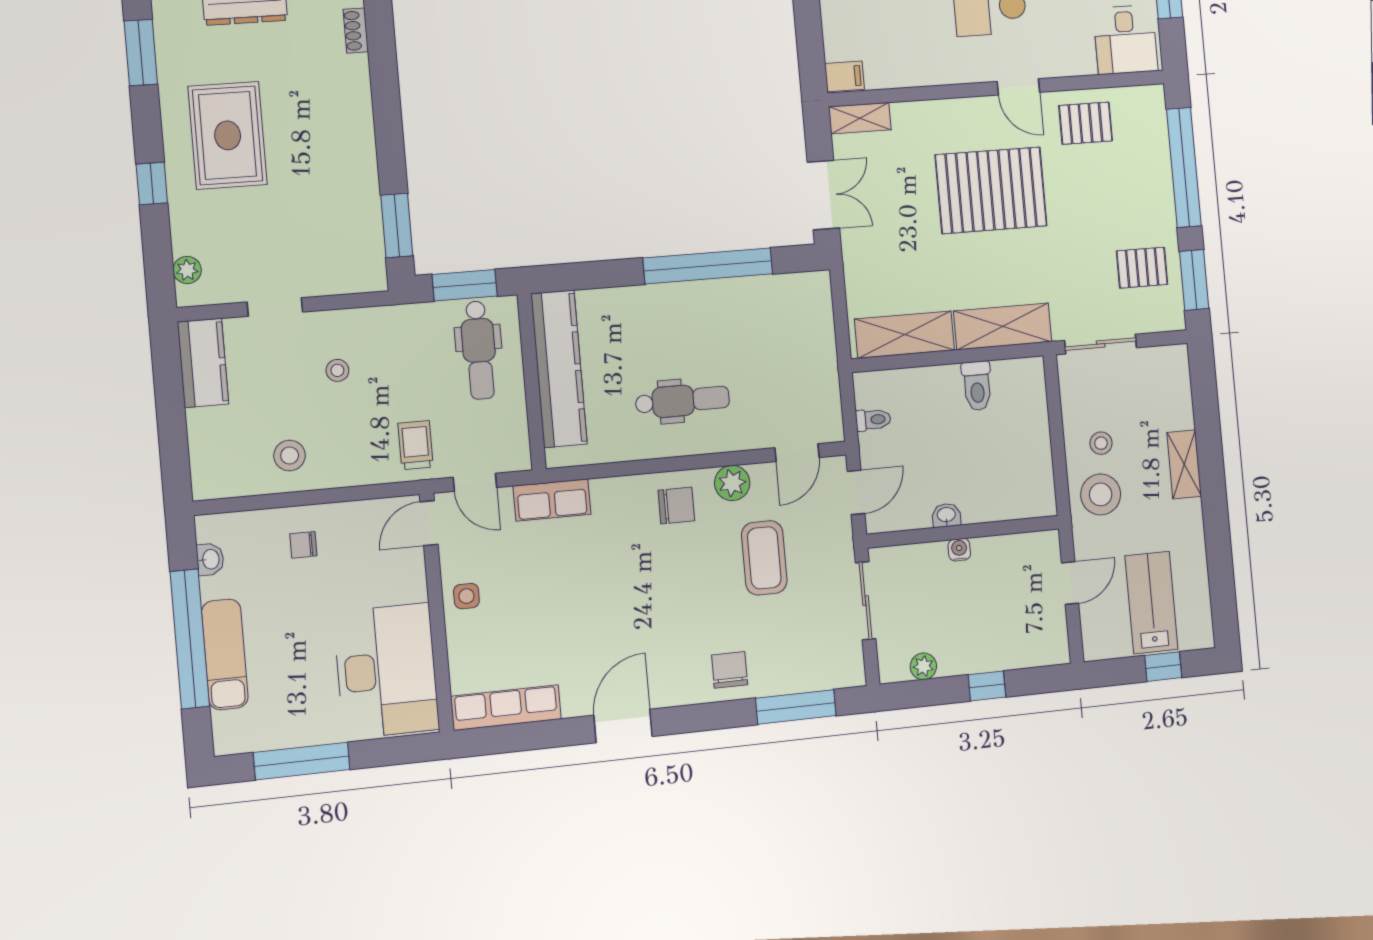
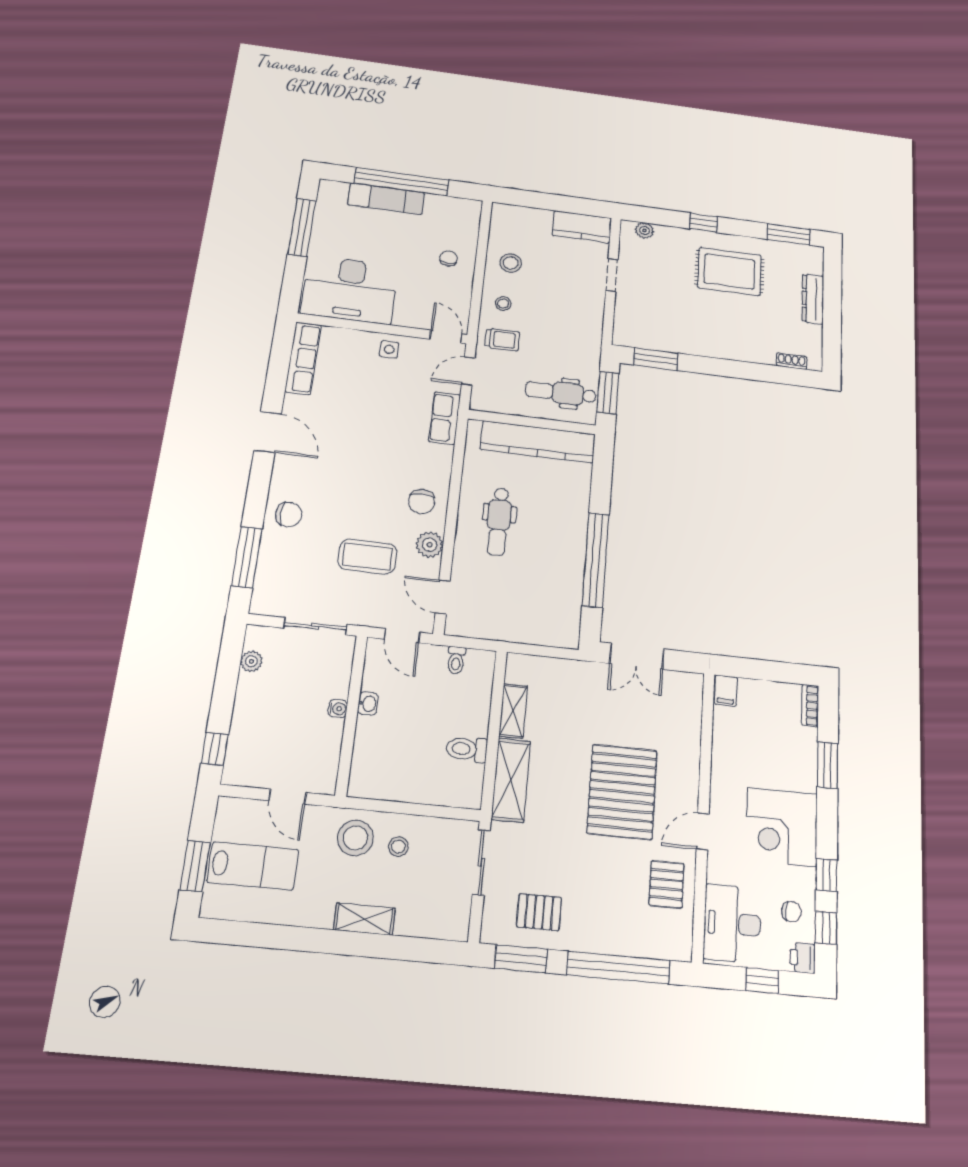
desk: (1125, 40) -> (732, 924), width x1.37
shelving: (860, 118) -> (692, 696), removed
pallet: (1142, 268) -> (539, 912), turned 90
shelving: (905, 335) -> (513, 711), width x0.67, depth x0.75
stool: (337, 370) -> (503, 304), moved
washbasin: (210, 559) -> (451, 204), removed
window: (1163, 667) -> (195, 866), width x1.50
window: (987, 686) -> (215, 749), moved

